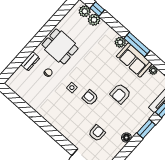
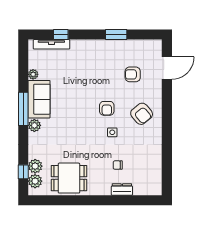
dining table: (60, 46) -> (69, 178), moved, turned 90
armchair: (120, 94) -> (142, 114), moved, turned 50
window: (146, 129) -> (116, 34), moved
floor lamp: (126, 138) -> (113, 45), removed

